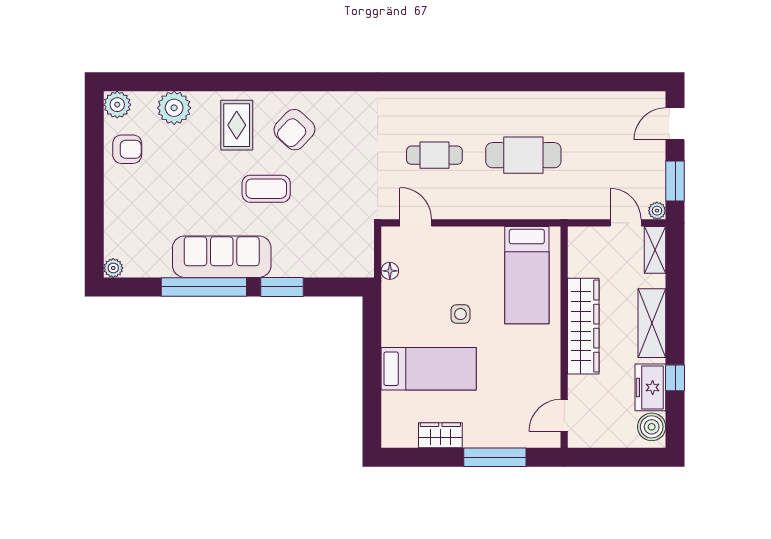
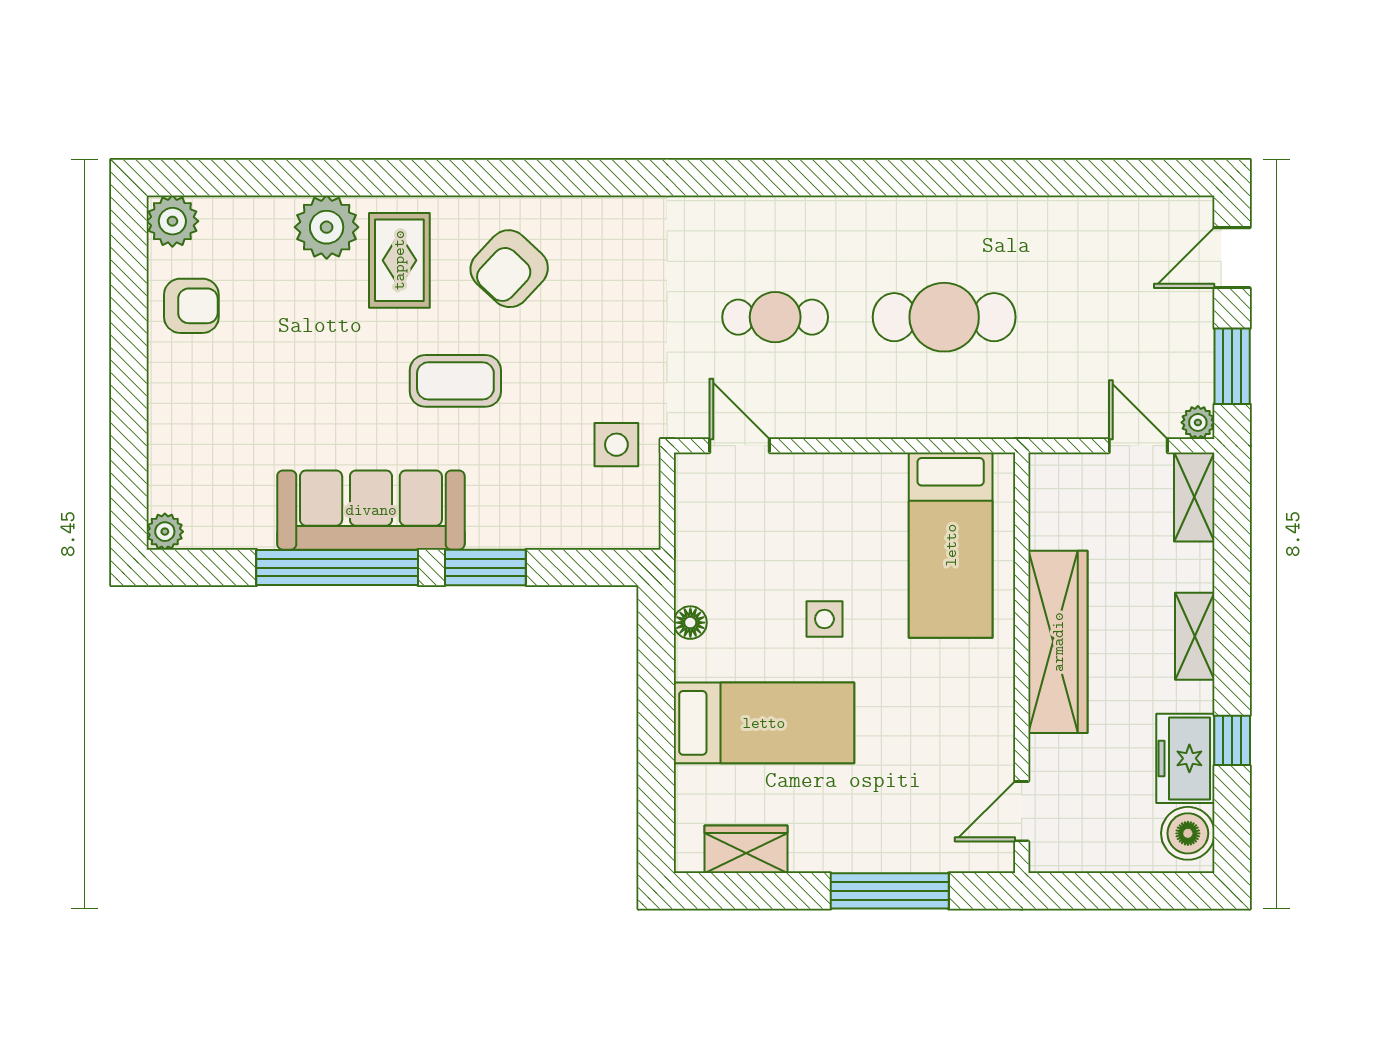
plant: (174, 108) -> (327, 227), moved
side table: (351, 222) -> (616, 445), added
floor lamp: (390, 271) -> (690, 623), moved
shelving: (652, 323) -> (1195, 636), width x0.67, depth x0.75
wardrobe: (440, 435) -> (746, 849), moved

